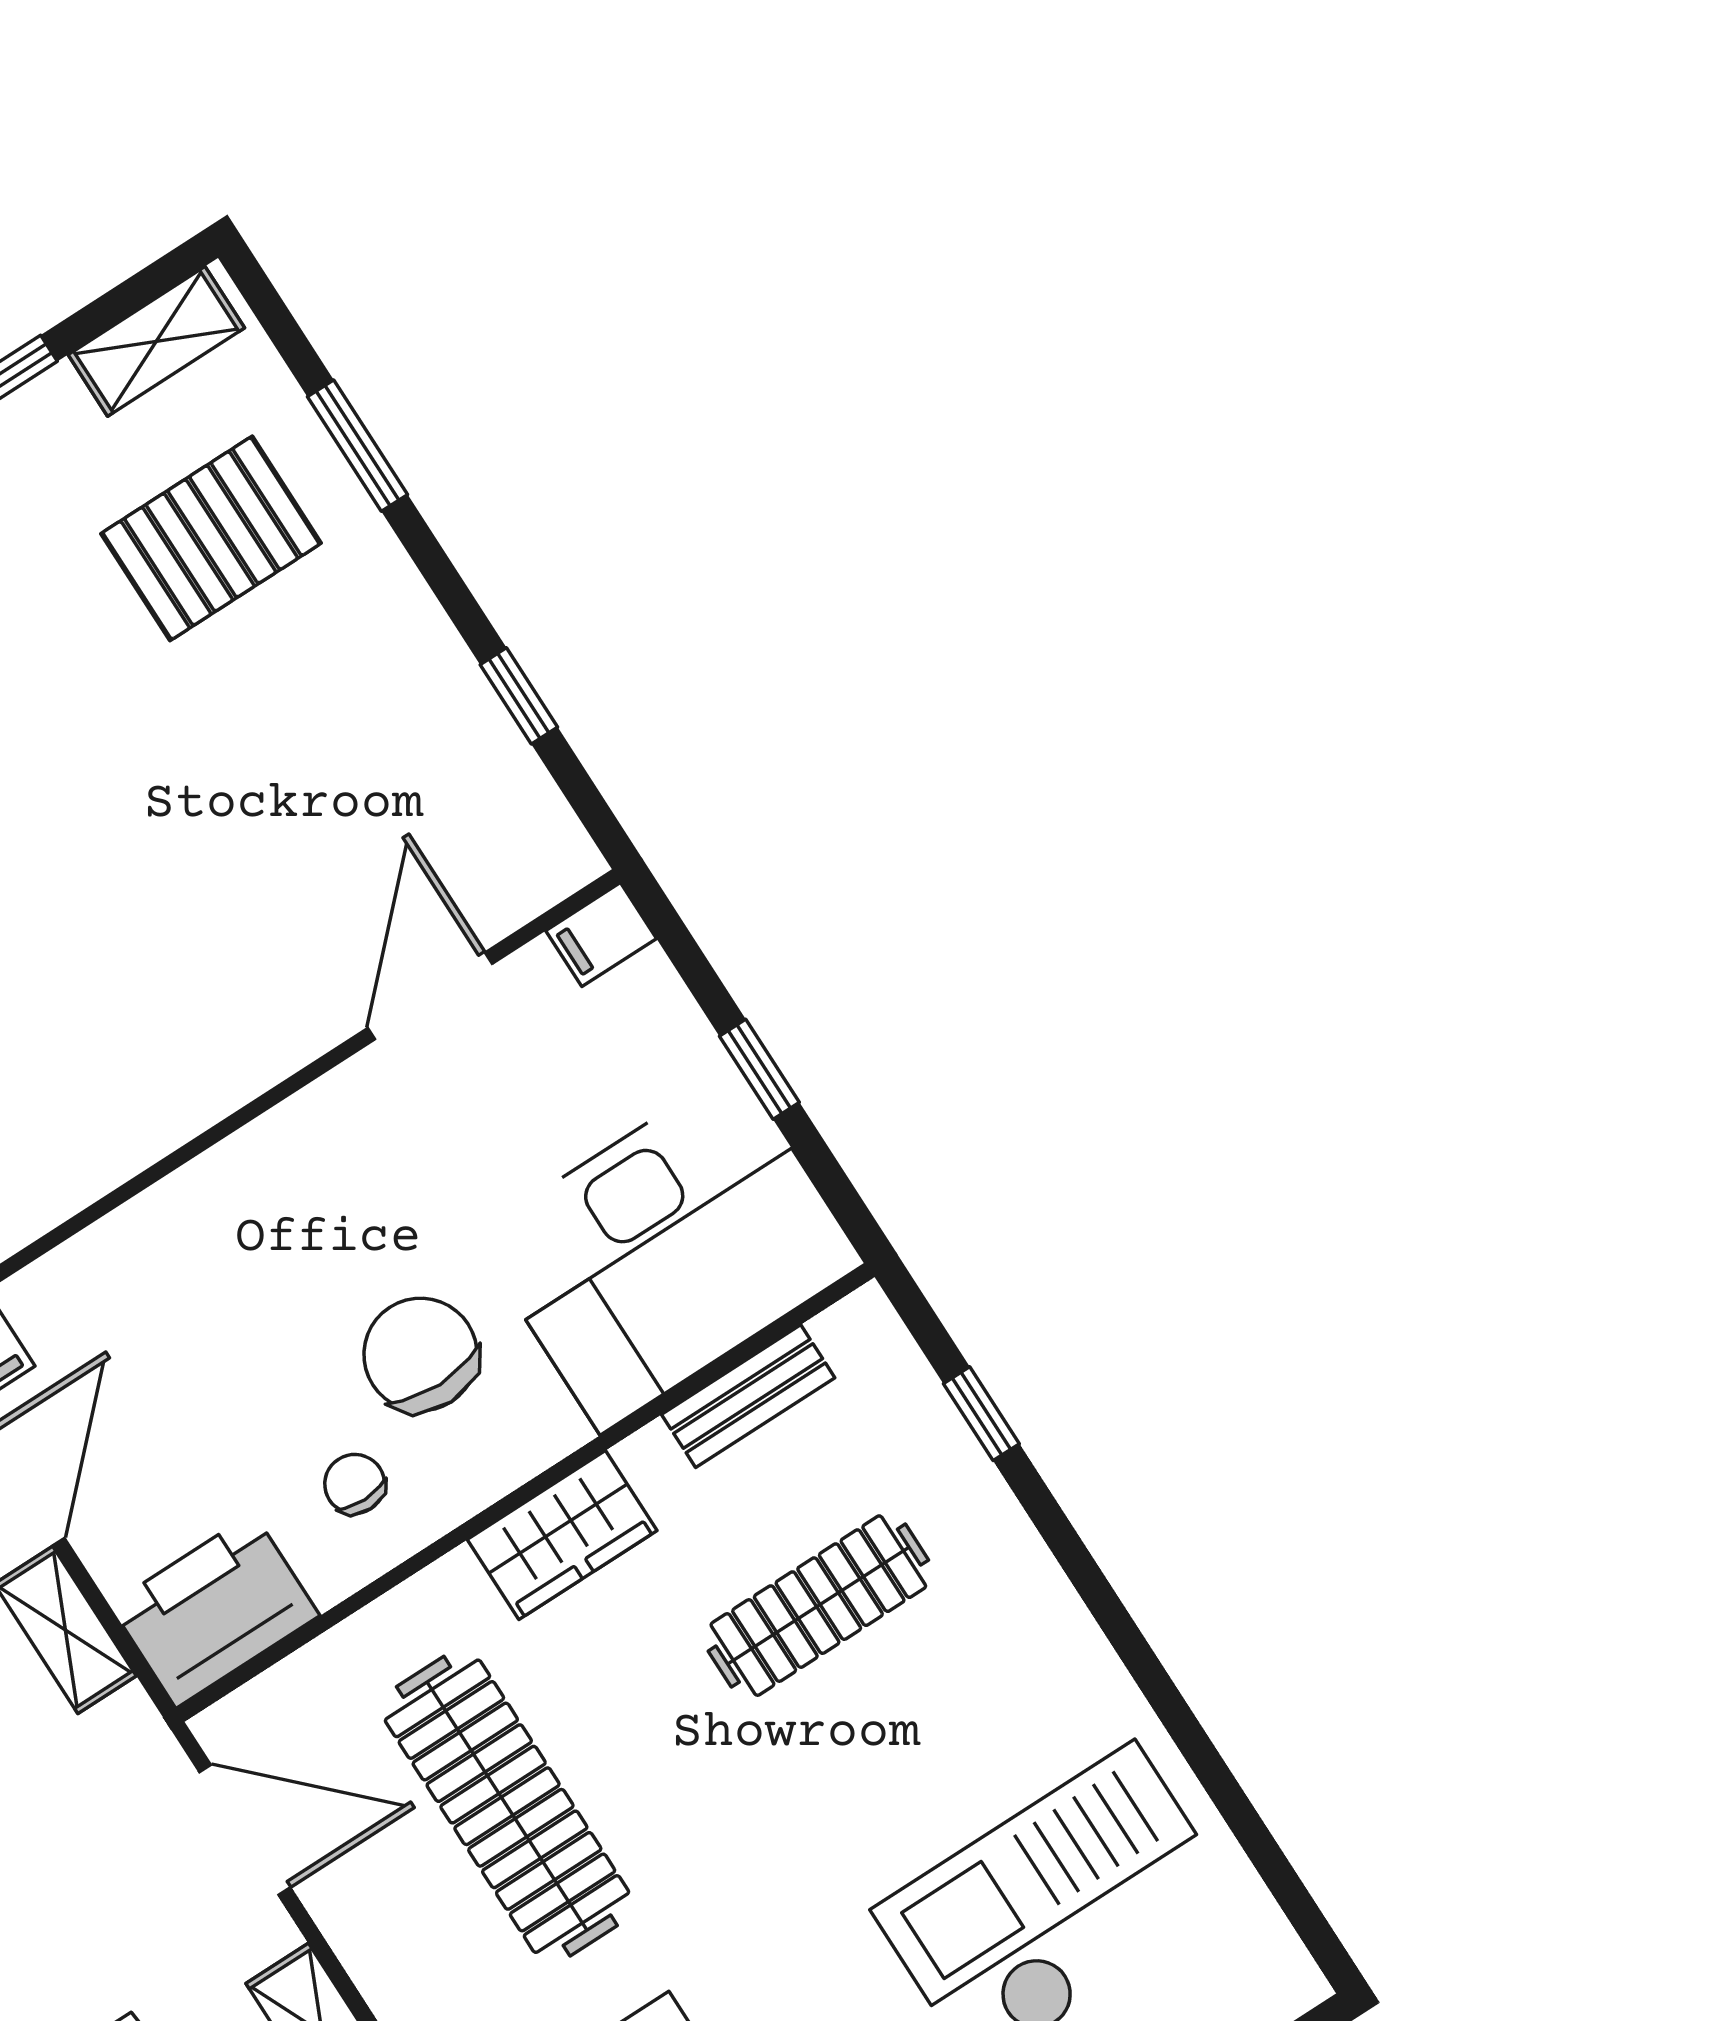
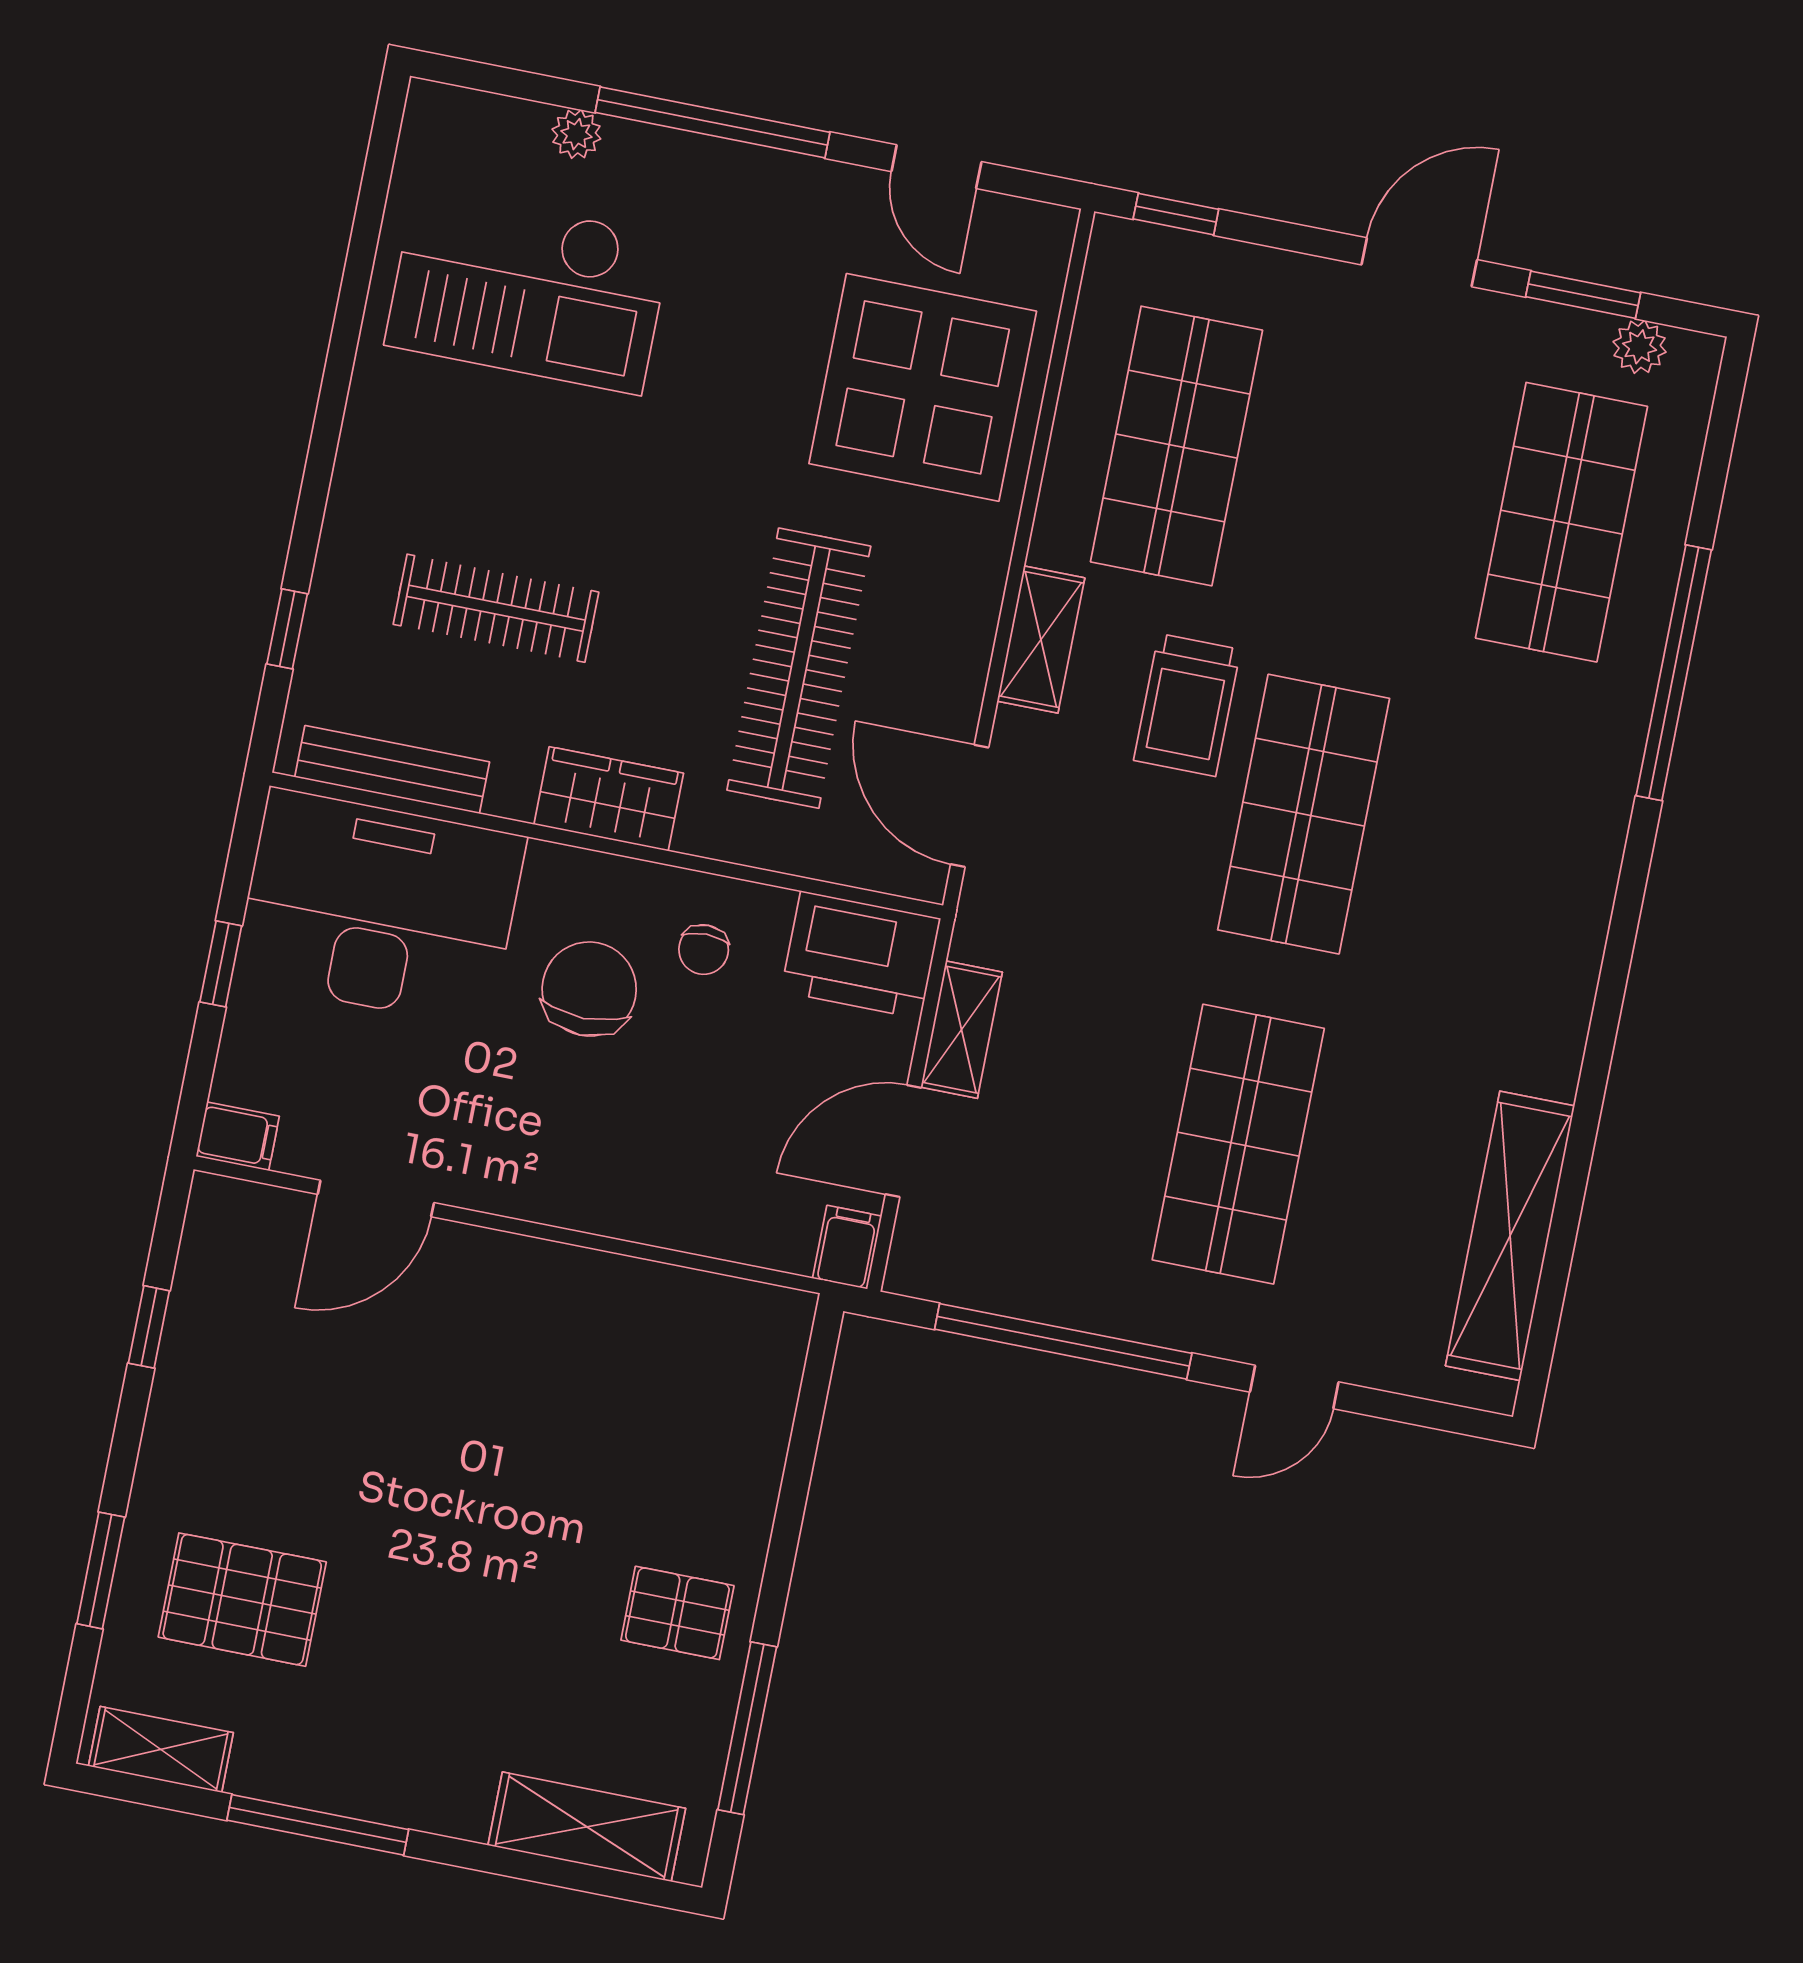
chair: (420, 1355) -> (589, 989), turned 180
bench: (748, 1396) -> (392, 770), width x1.36

